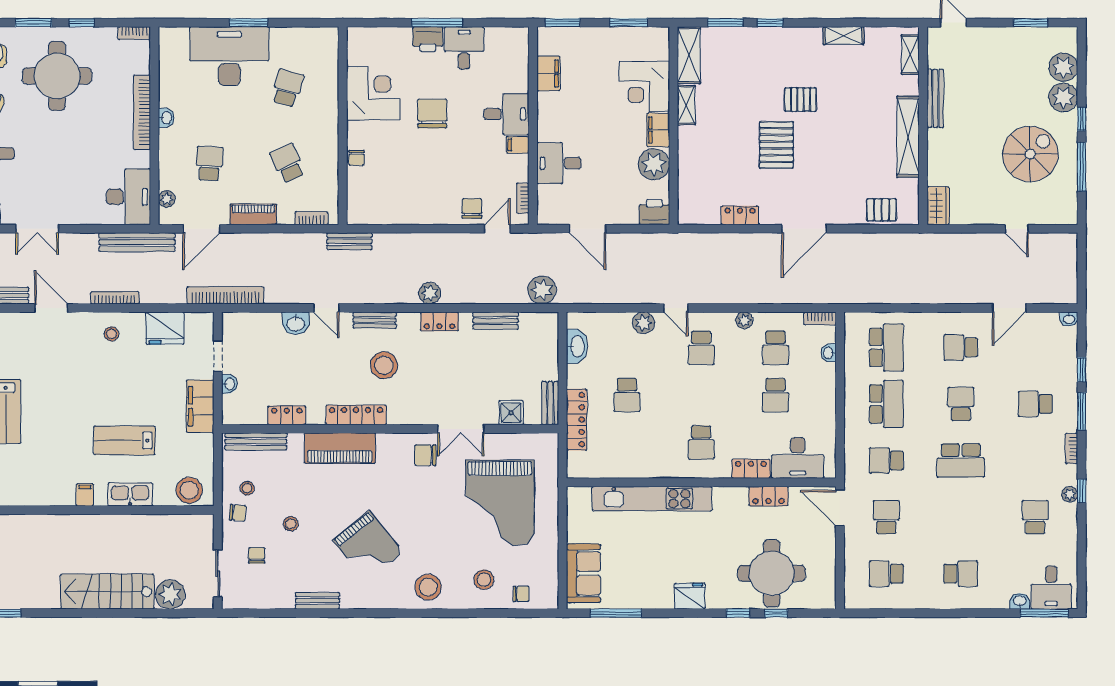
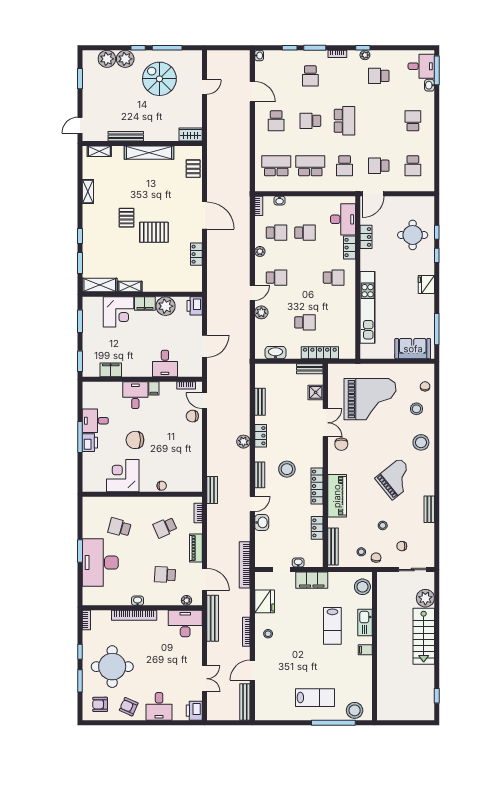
plant: (542, 290) -> (242, 374), removed
round table: (772, 573) -> (413, 235), width x0.73, depth x0.73

